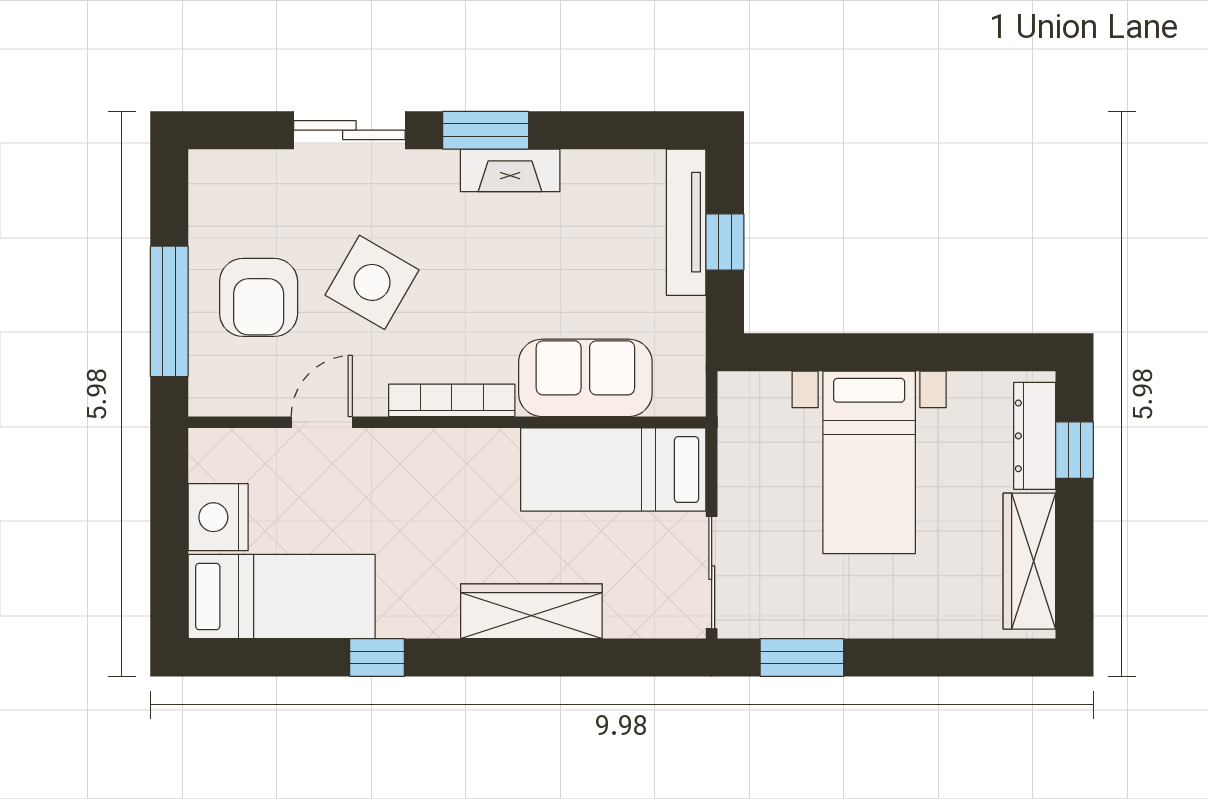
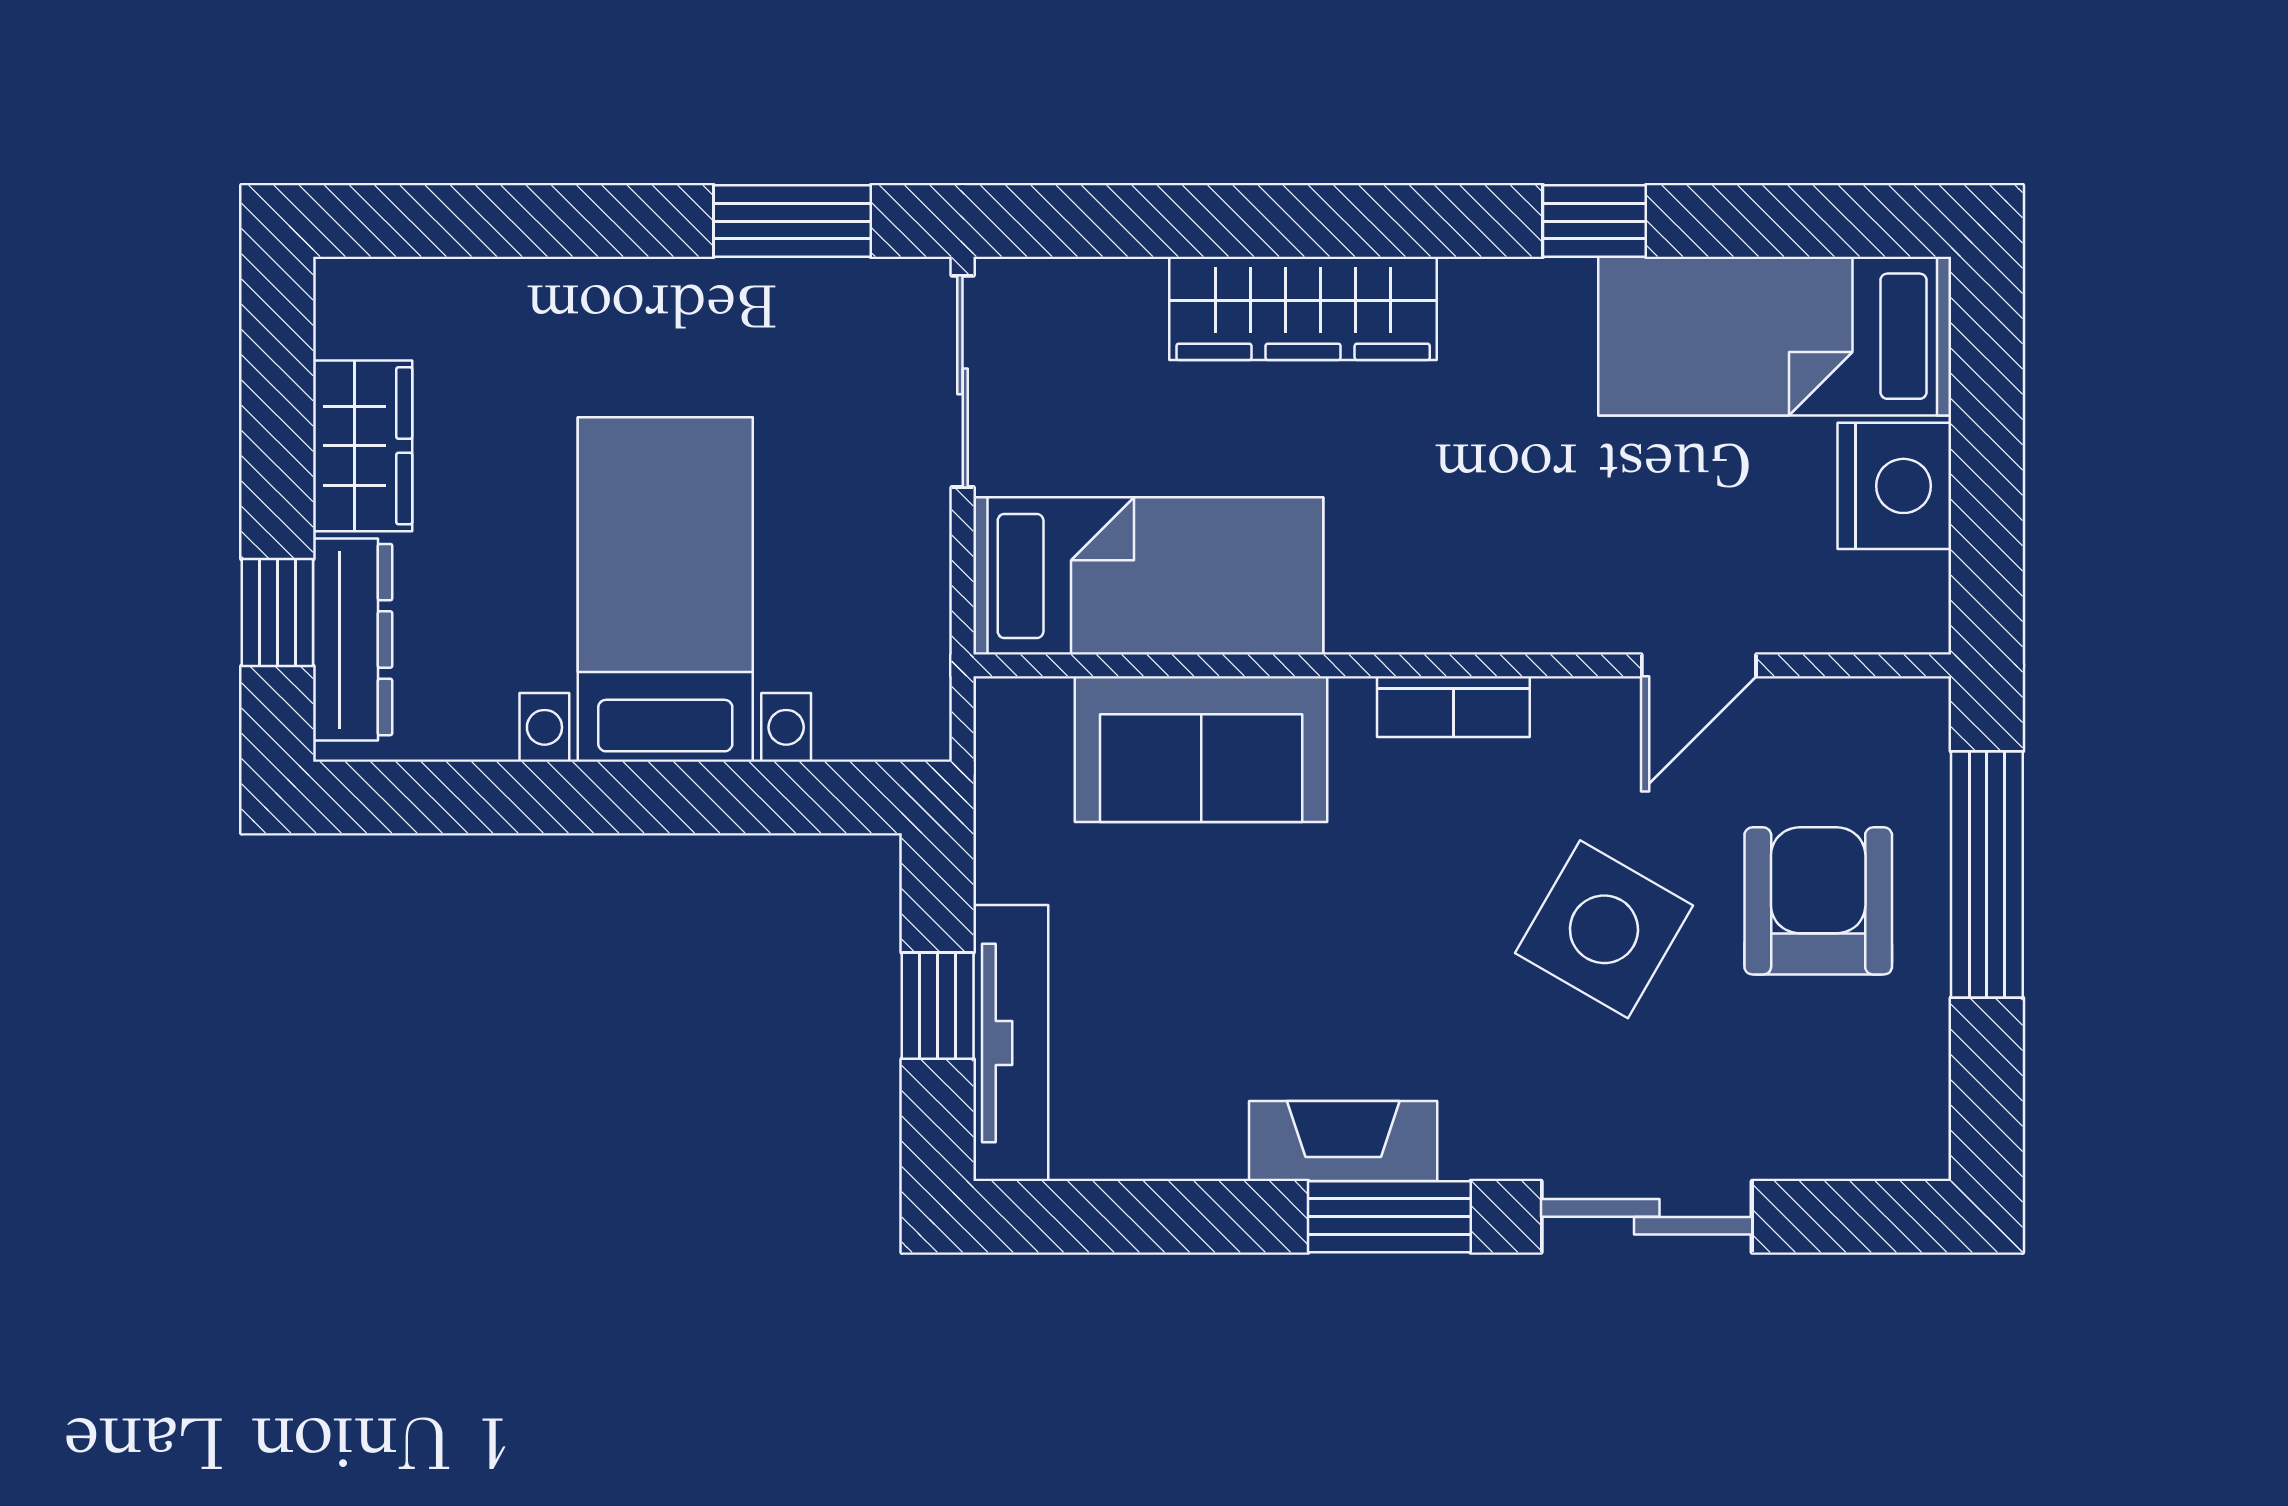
bookcase: (452, 400) -> (1453, 707), width x0.64
wardrobe: (1029, 561) -> (363, 446), width x0.67

